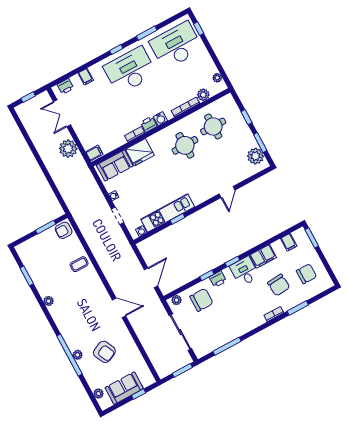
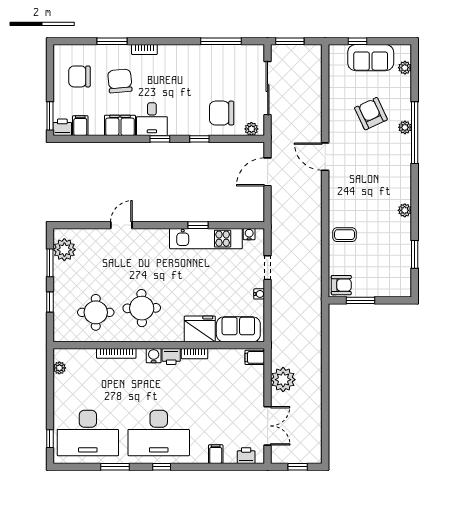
plant: (203, 95) -> (87, 357), removed
printer: (218, 279) -> (62, 127), moved

